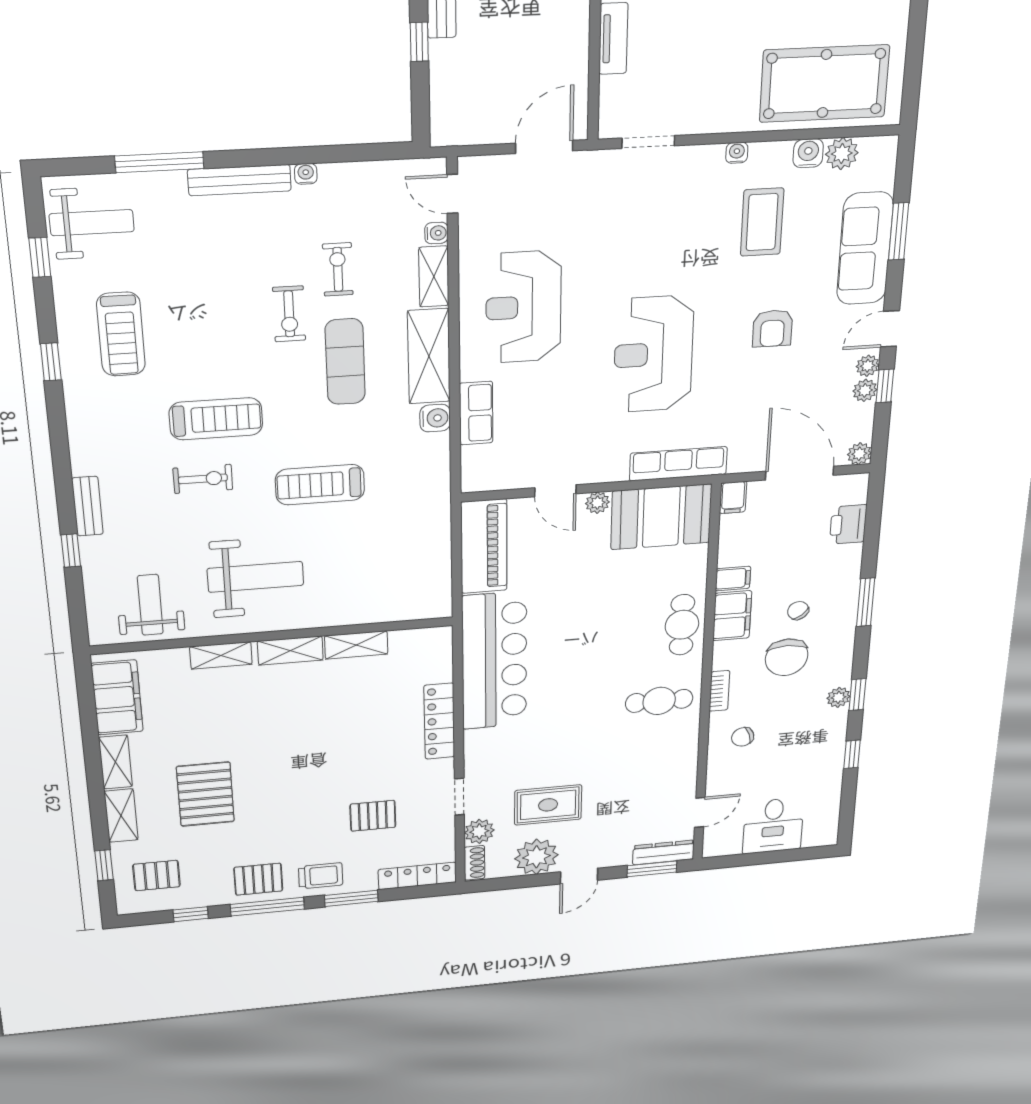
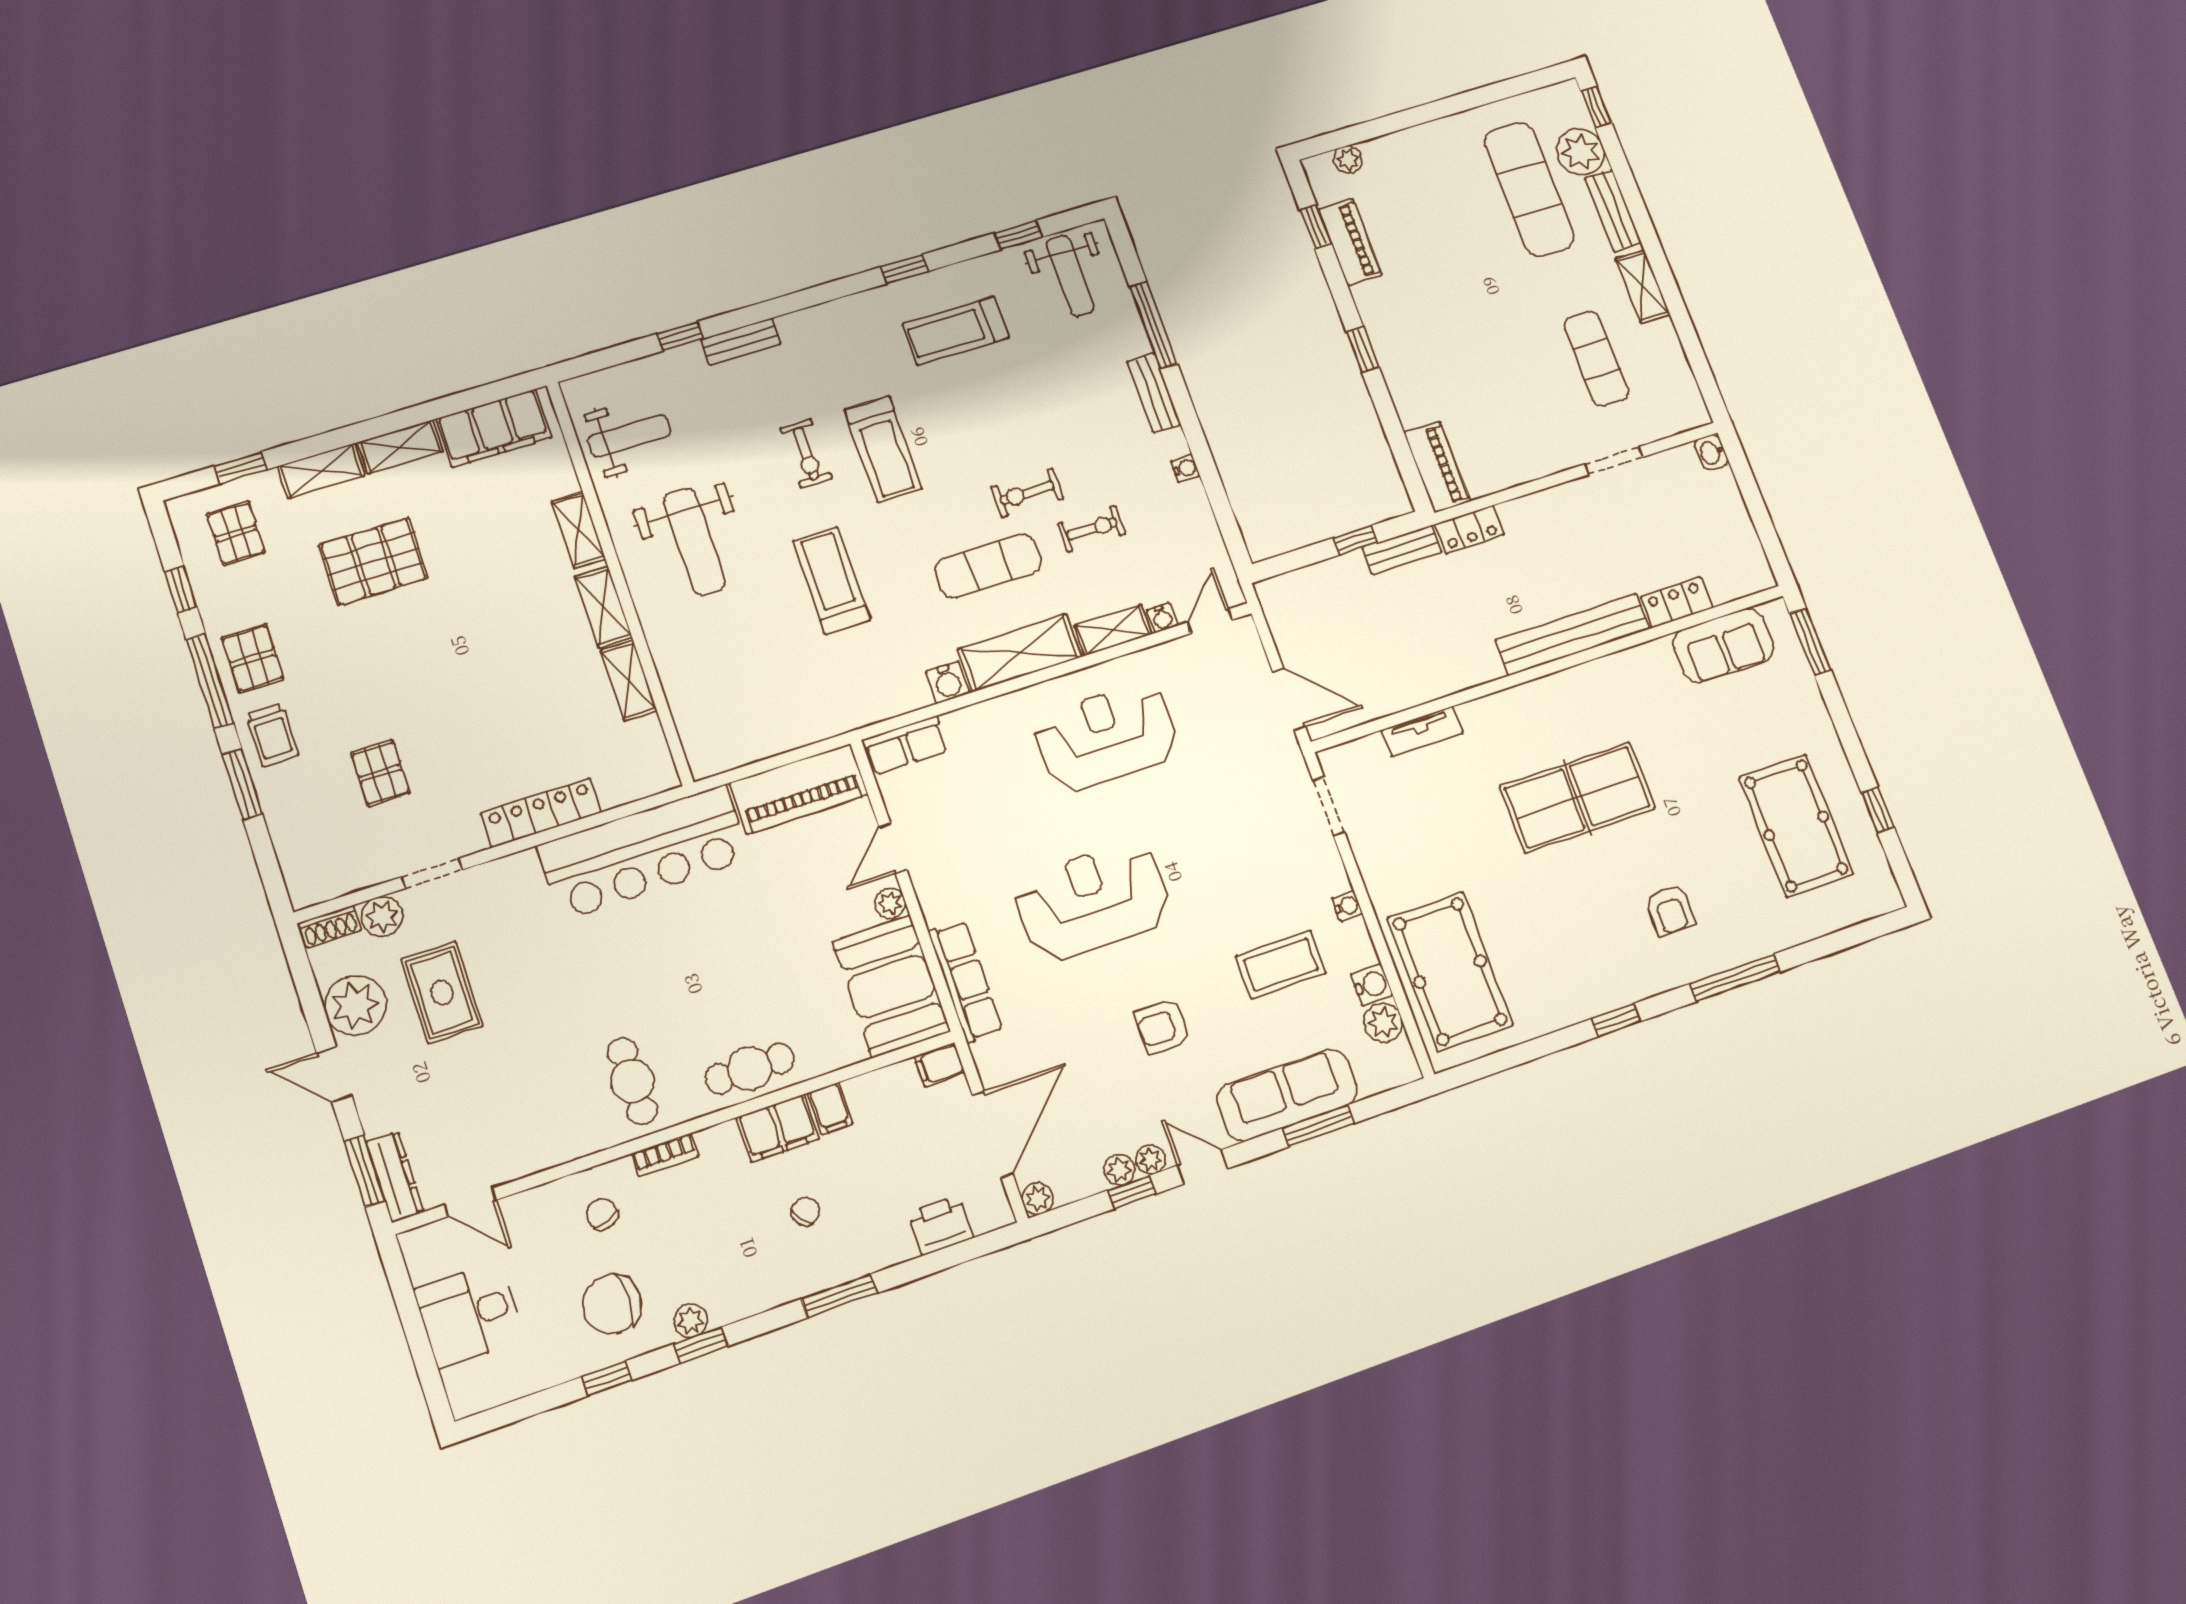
bench: (239, 180) -> (1154, 393), width x0.73
row of seats: (476, 413) -> (905, 746), moved
chair: (787, 657) -> (612, 1304), moved
locker: (417, 876) -> (295, 858), removed

